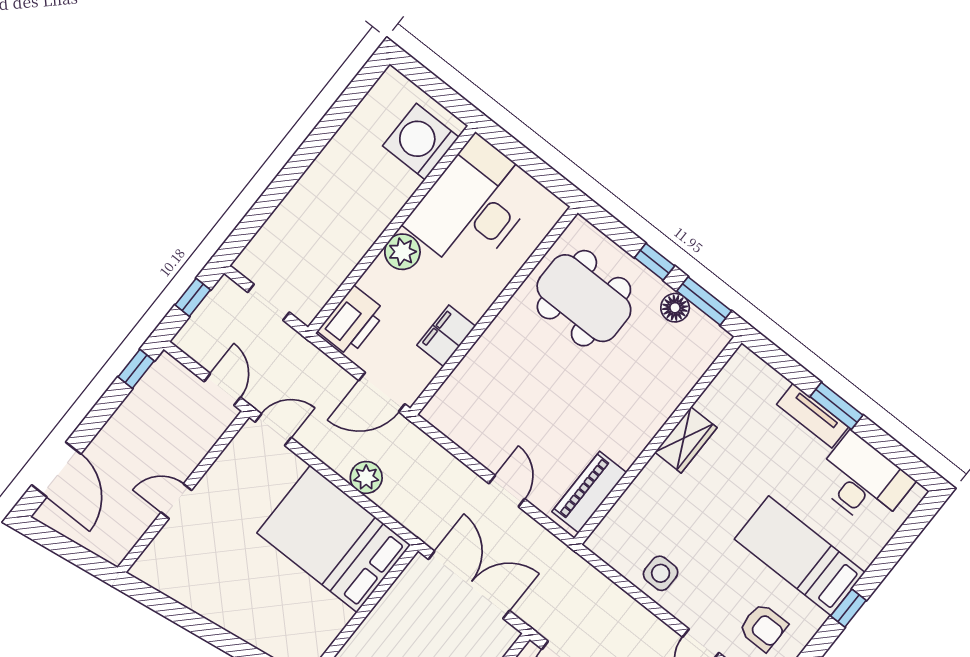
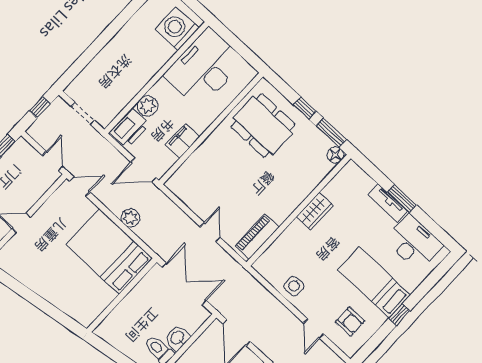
plant: (402, 252) -> (147, 106), moved
floor lamp: (675, 308) -> (335, 155), moved

